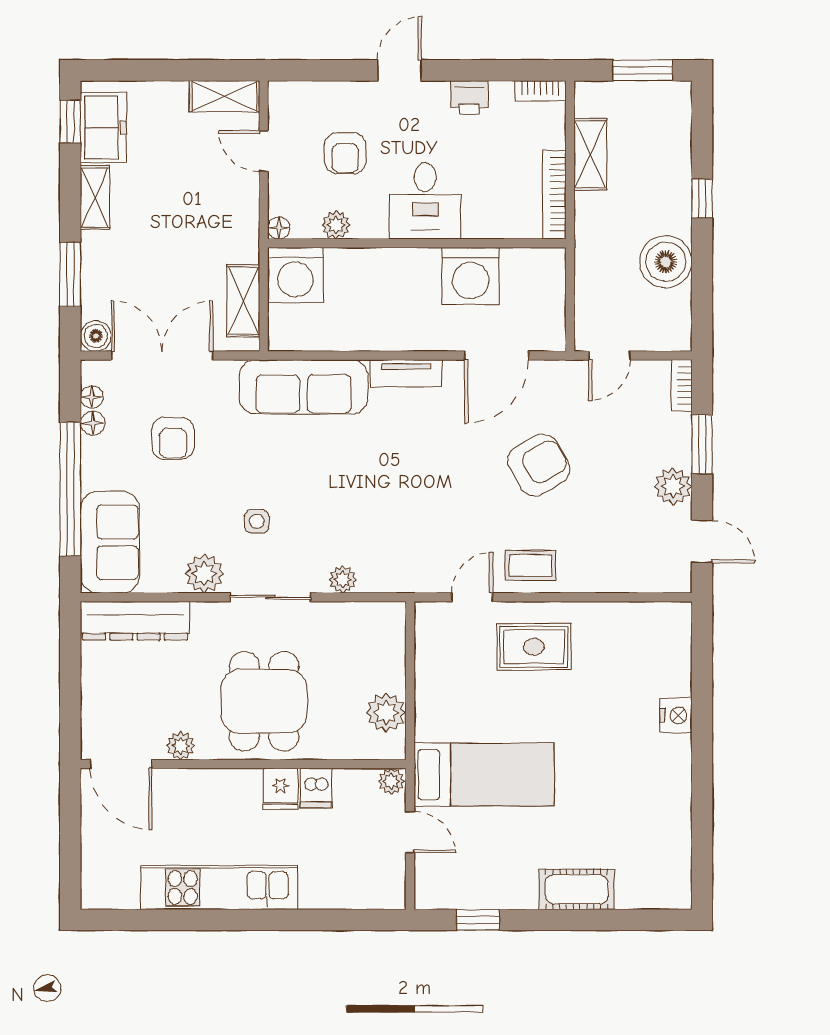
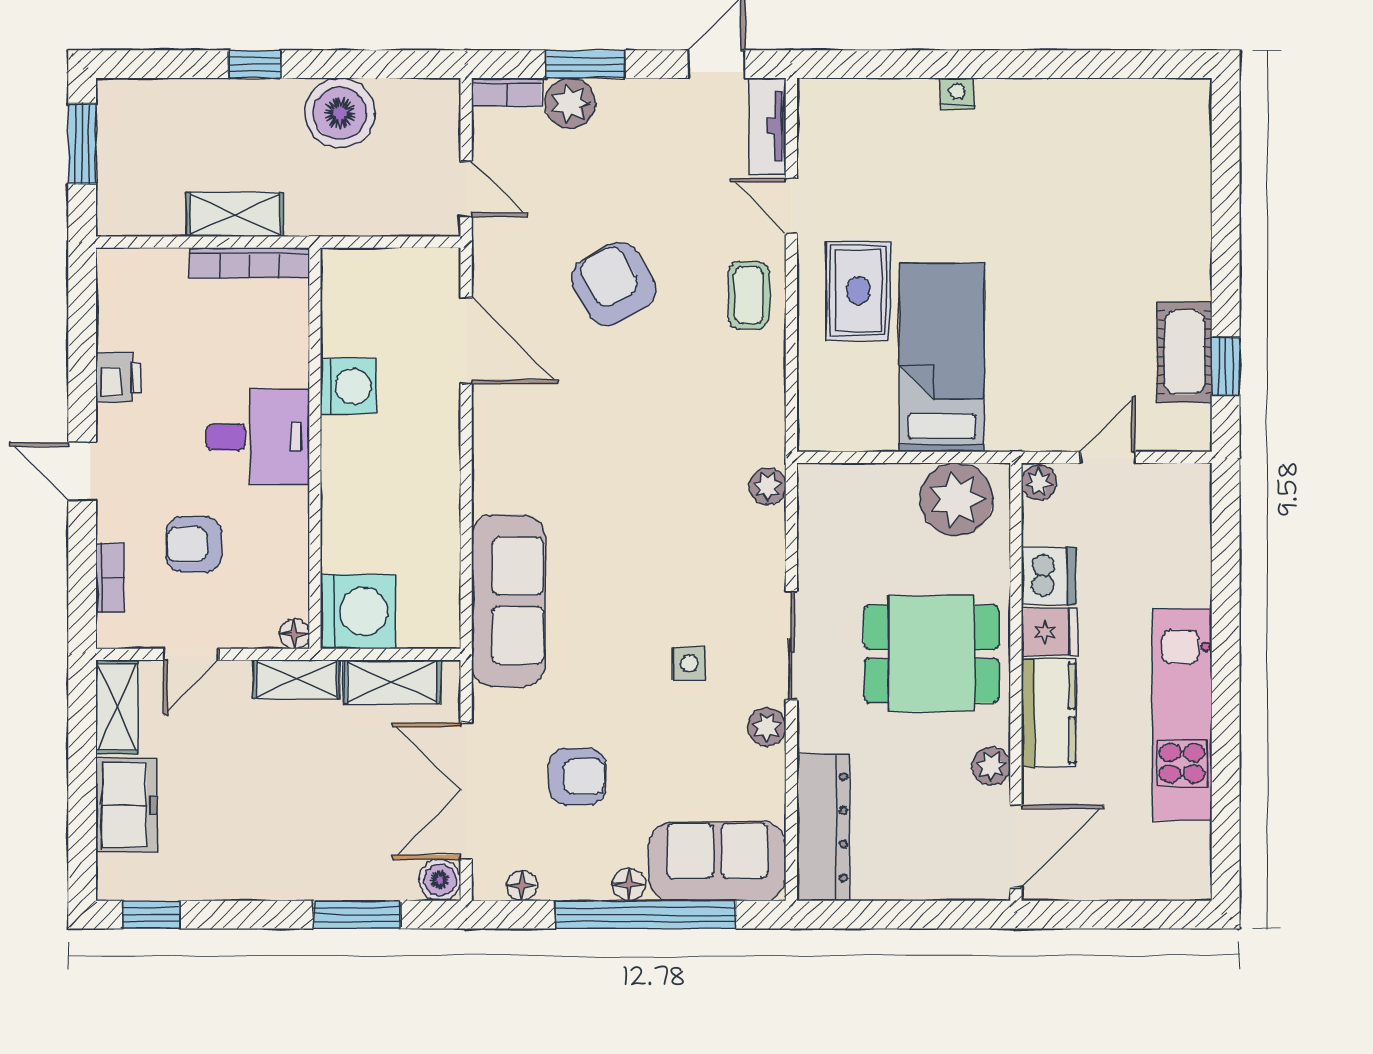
bookcase: (540, 91) -> (110, 578), moved
freezer: (103, 128) -> (127, 805), moved, turned 90
armchair: (345, 153) -> (194, 544), turned 180
shelving: (590, 154) -> (235, 215), moved
shelving: (95, 198) -> (297, 679), moved
plant: (336, 225) -> (290, 557), removed
washing machine: (471, 276) -> (348, 386), width x0.73, depth x0.73
tv unit: (406, 373) -> (768, 126), moved, turned 180
floor lamp: (93, 423) -> (629, 884), moved
plant: (673, 486) -> (570, 103), moved
plant: (204, 574) -> (767, 727), width x0.73, depth x0.73
plant: (343, 580) -> (768, 486), moved
door: (472, 597) -> (791, 206), moved
plant: (386, 713) -> (956, 499), width x1.36, depth x1.36
nightstand: (676, 715) -> (957, 94), width x0.72, depth x0.74
bed: (484, 775) -> (942, 358), moved
kitchen counter: (220, 788) -> (1048, 713), added
dishwasher: (316, 788) -> (1048, 576), width x1.38
cot: (577, 889) -> (1185, 352), moved

